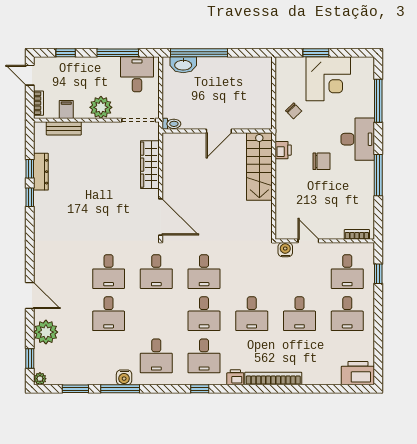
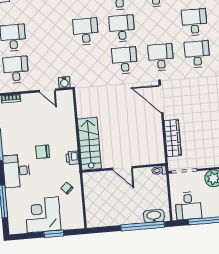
door: (219, 131) -> (122, 168), swing flipped
desk: (299, 314) -> (49, 35), removed

